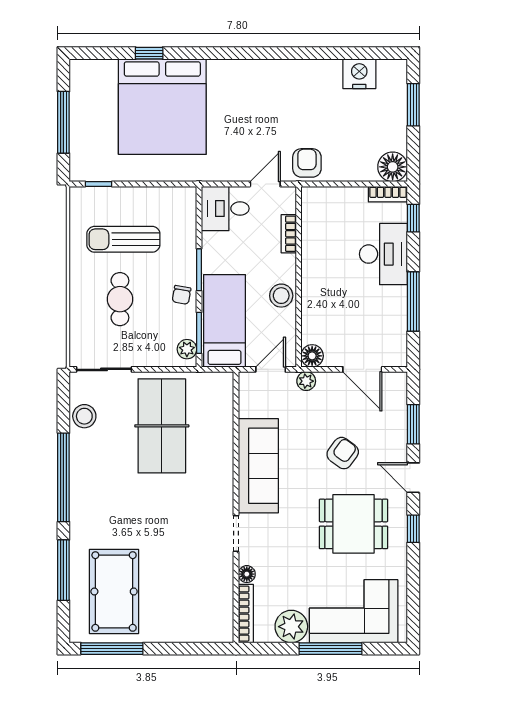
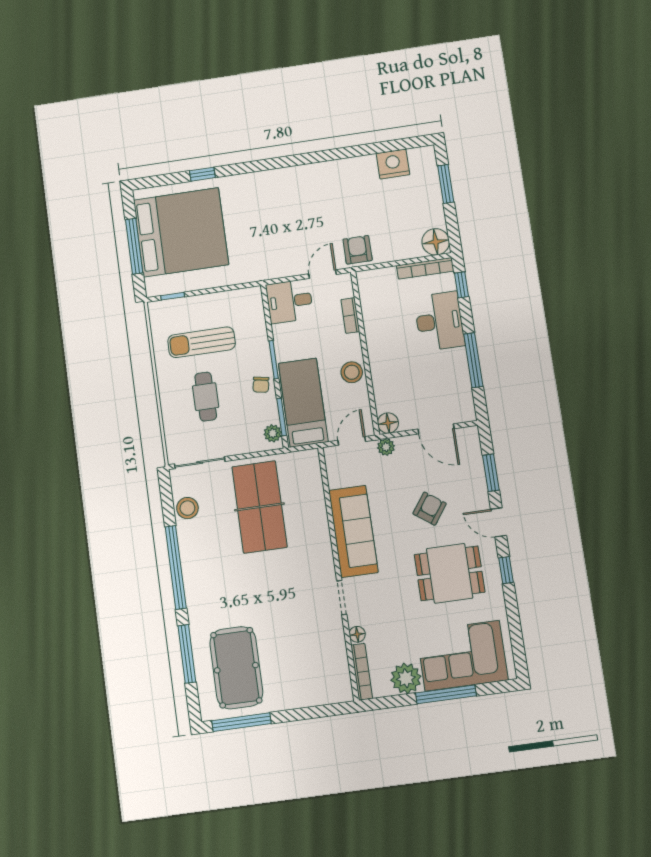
bed: (162, 107) -> (181, 232), moved, turned -90
bookcase: (388, 194) -> (425, 268), width x1.56

